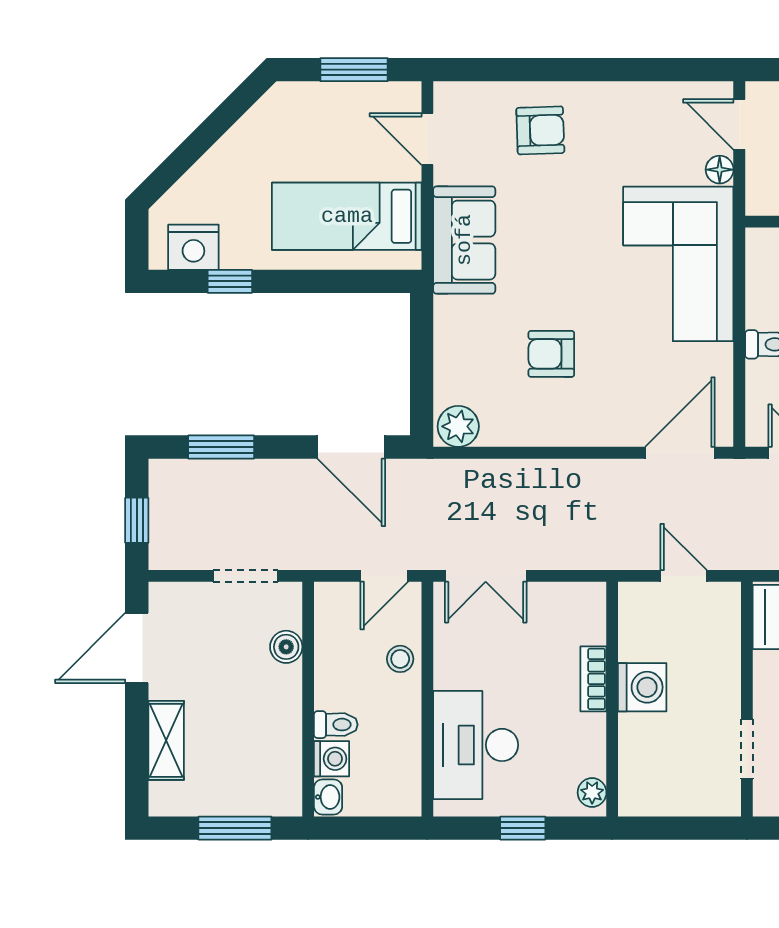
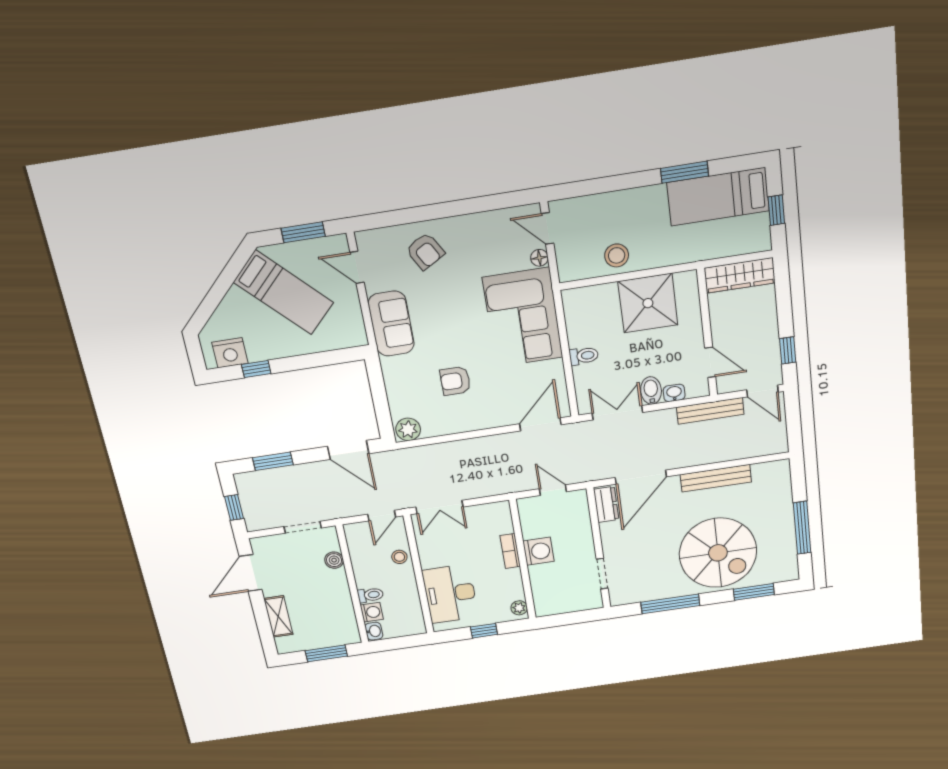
armchair: (540, 130) -> (425, 251), turned 62
bed: (347, 216) -> (284, 292), moved, turned -135

